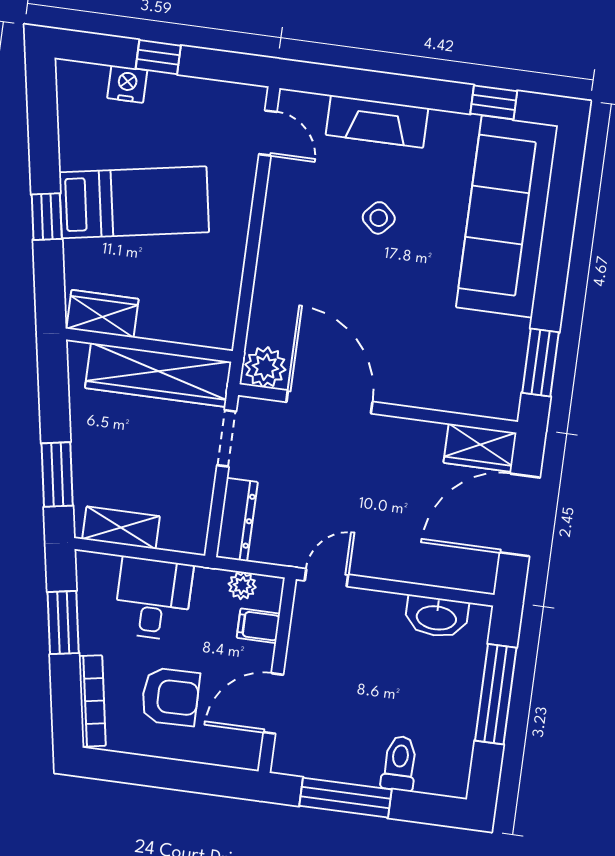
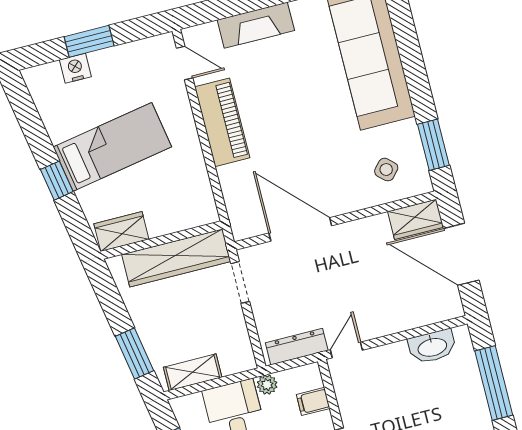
window: (158, 57) -> (89, 41), width x1.50
side table: (379, 218) -> (386, 170), moved
piano: (285, 227) -> (222, 122), added
plant: (265, 367) -> (247, 223), removed
door: (520, 515) -> (461, 254), hinge flipped
dresser: (237, 520) -> (297, 347), moved, turned -90
plant: (242, 586) -> (267, 385), moved

